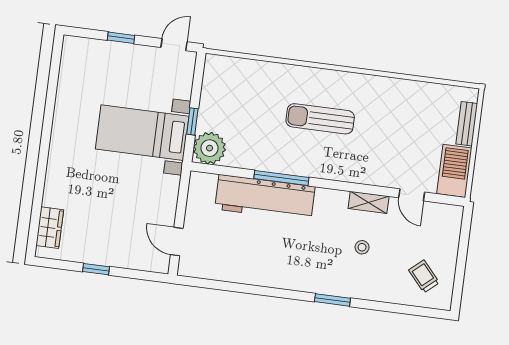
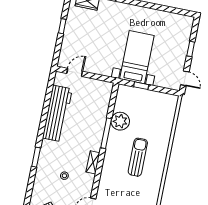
plant: (209, 148) -> (120, 121), moved
workbench: (265, 198) -> (57, 113), moved, turned 180
shelving: (369, 202) -> (93, 162), moved

